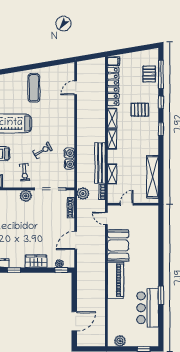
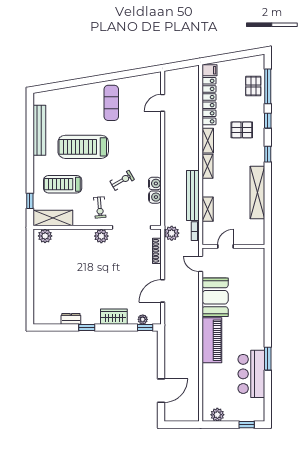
shelving: (153, 177) -> (257, 193), moved

